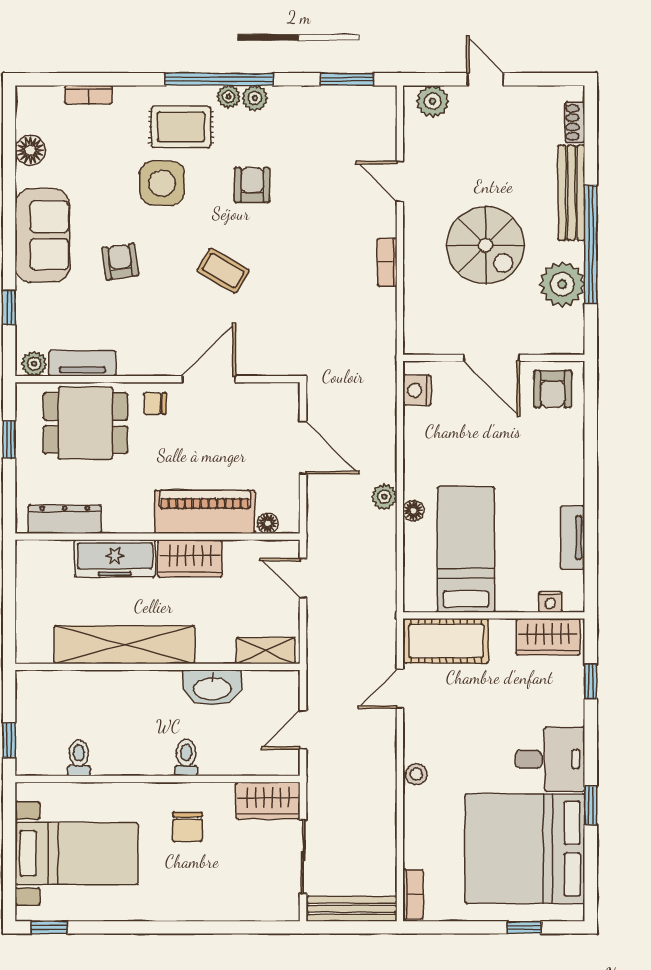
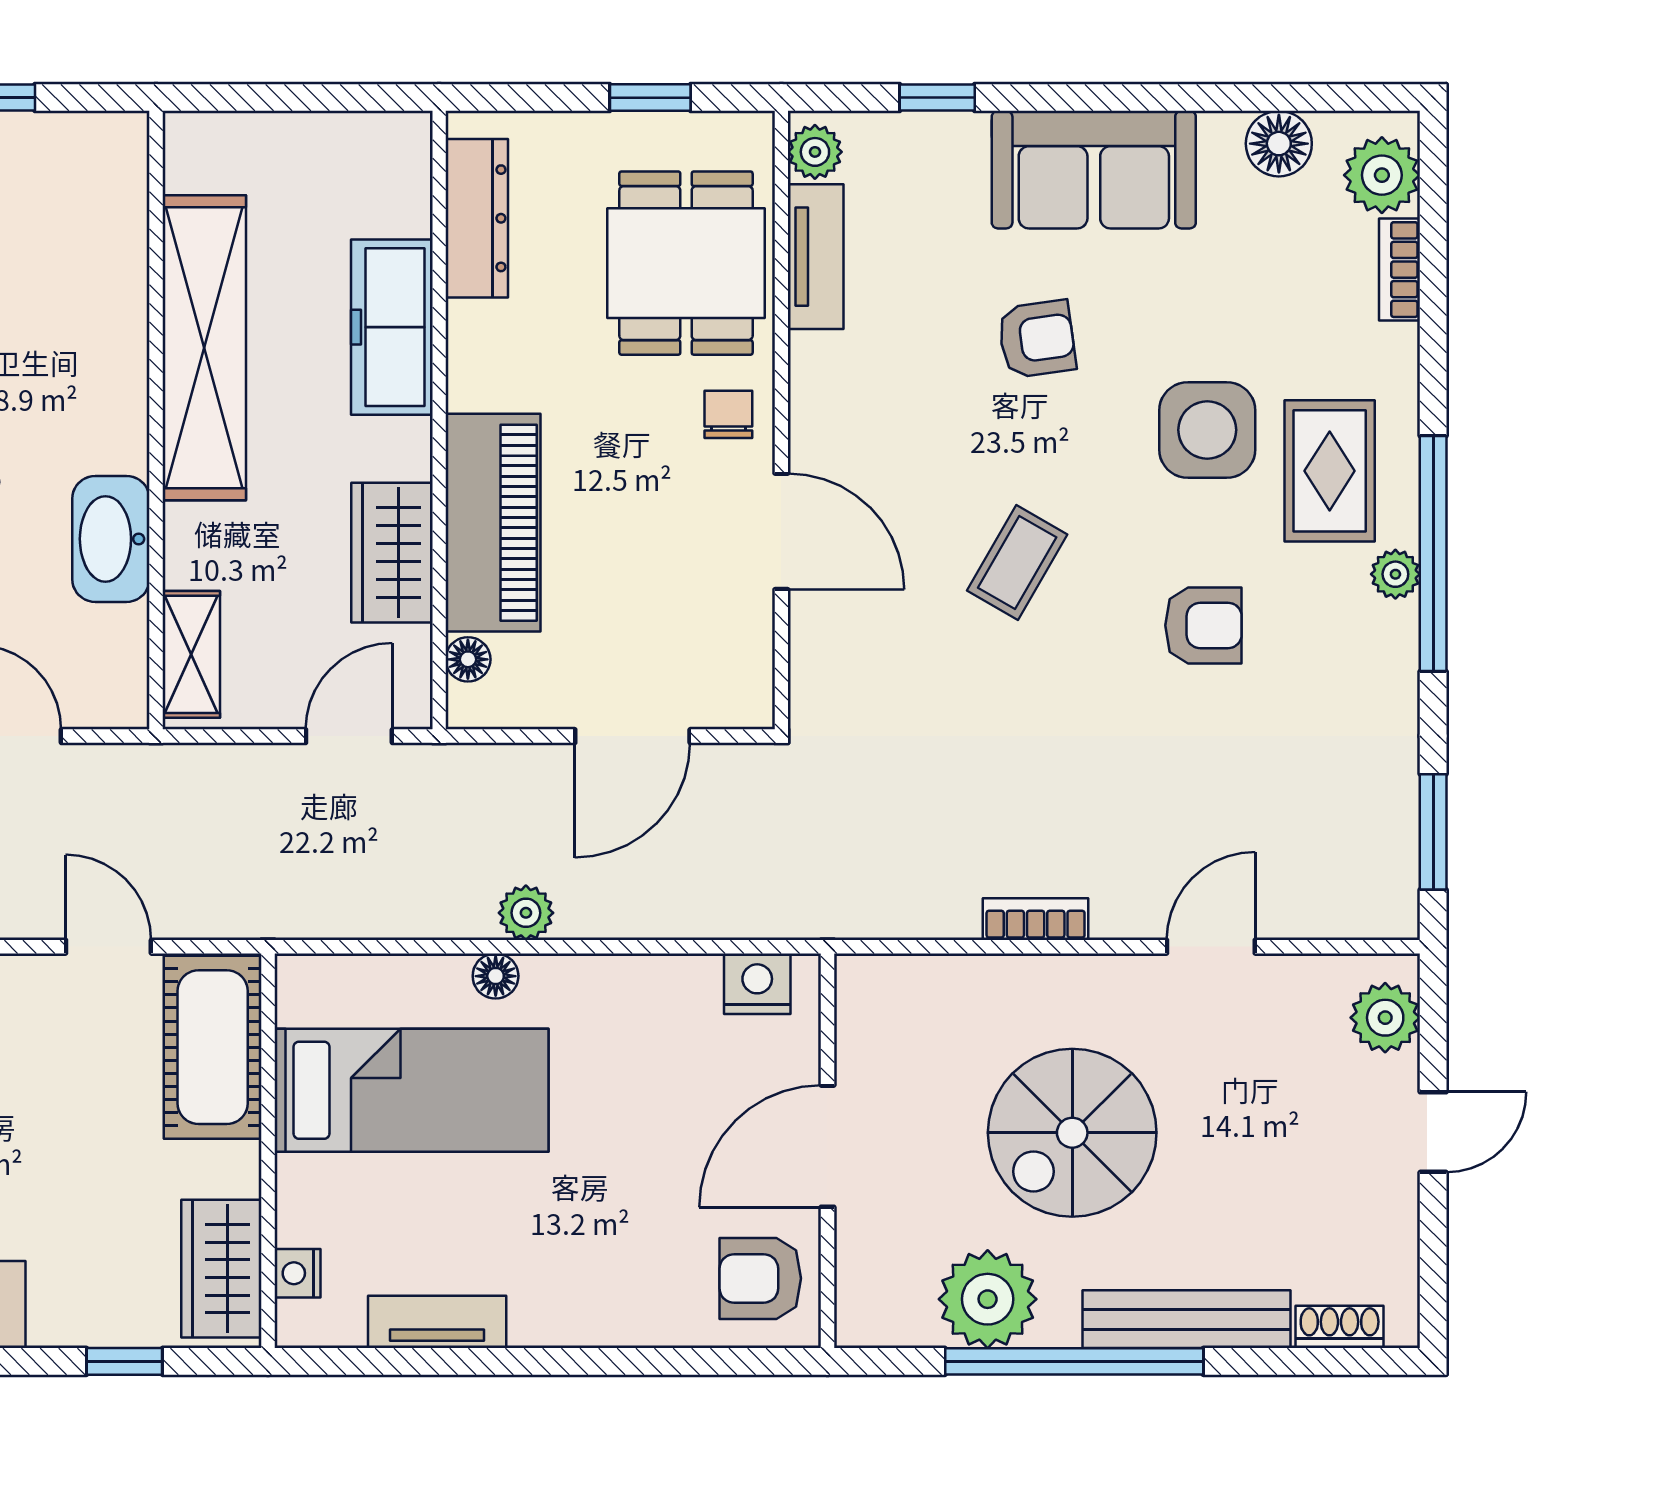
plant: (255, 98) -> (1382, 175), moved, width x1.38, depth x1.38
wardrobe: (190, 558) -> (392, 553), moved

